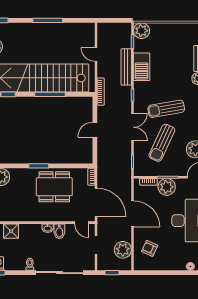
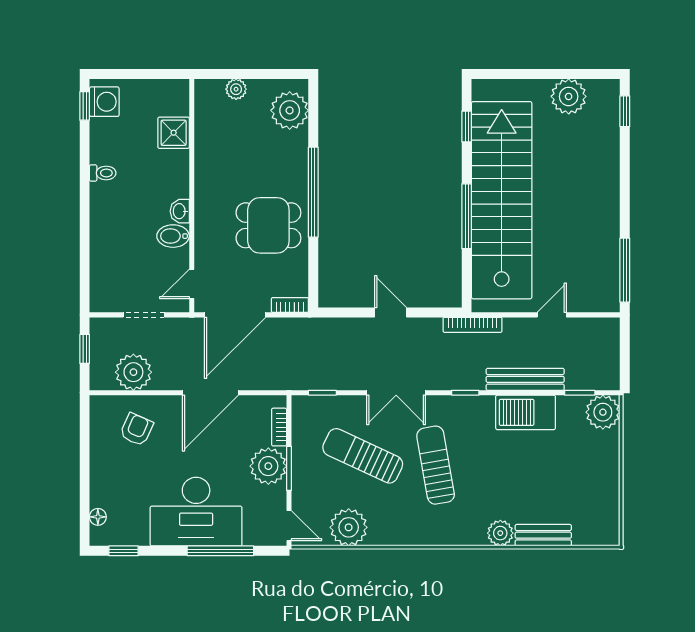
window: (48, 20) -> (625, 270), moved
window: (39, 166) -> (313, 192), width x2.11
dining table: (54, 187) -> (268, 225), width x0.73
sliding door: (60, 273) -> (85, 237), removed

